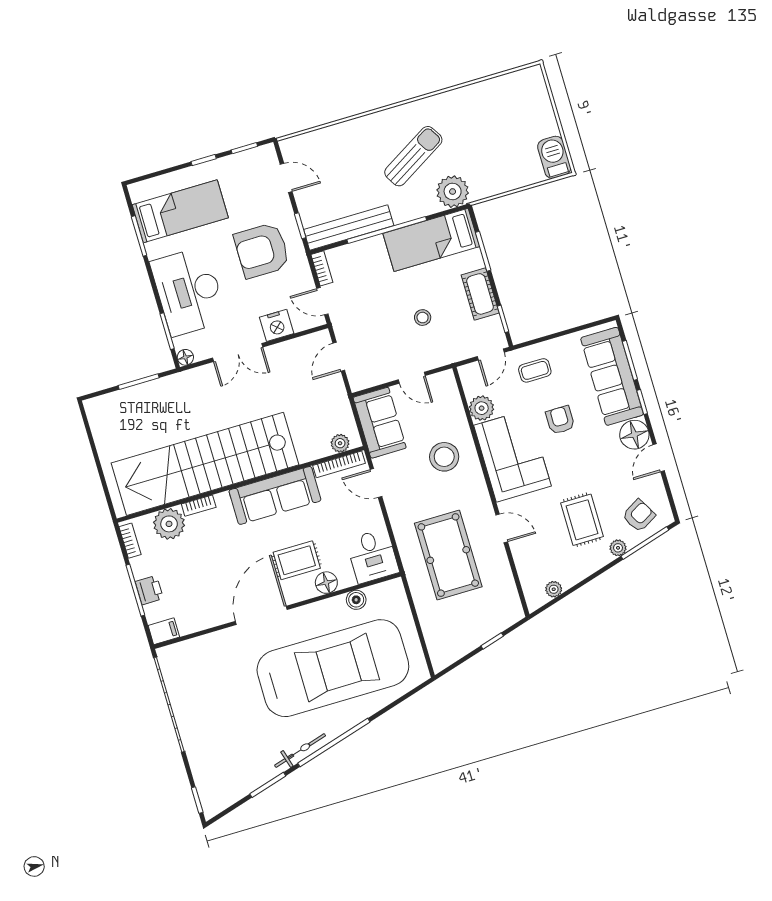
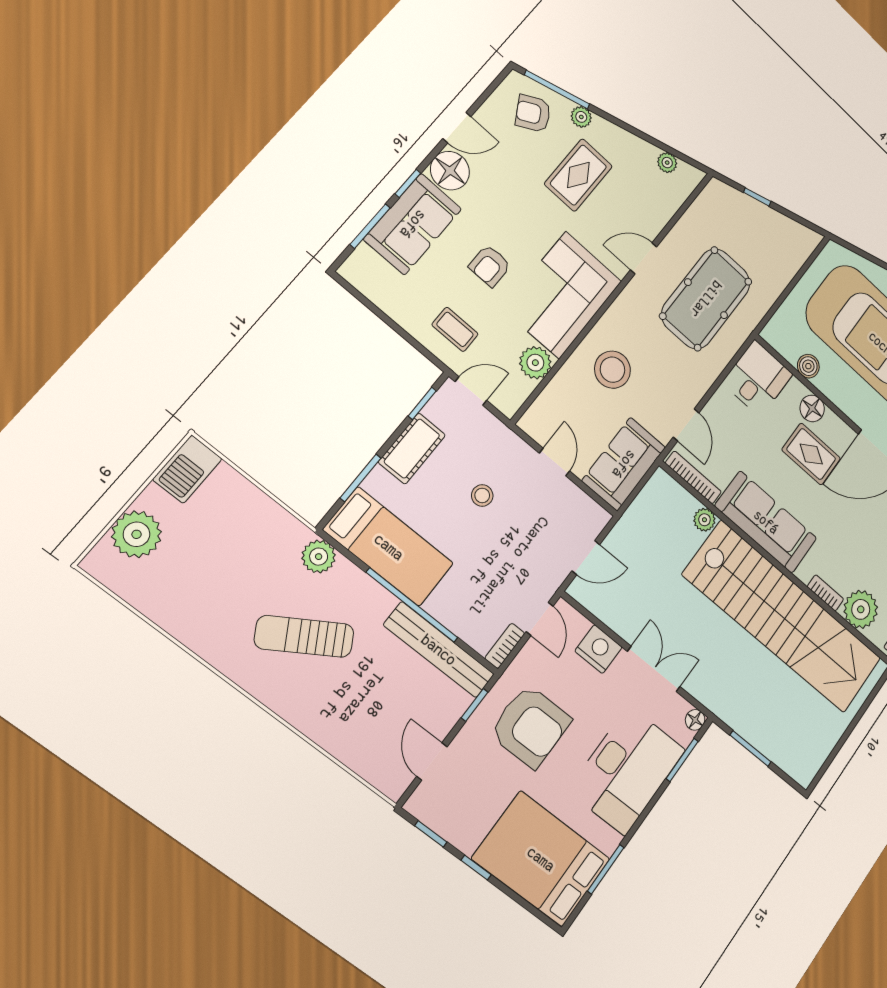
plant: (536, 106) -> (137, 534), added
plant: (453, 192) -> (319, 557), width x0.73, depth x0.73
bed: (180, 211) -> (541, 859), width x1.50
sofa: (612, 376) -> (413, 224), width x0.73
plant: (340, 443) -> (704, 520), moved
door: (502, 528) -> (644, 258), hinge flipped

